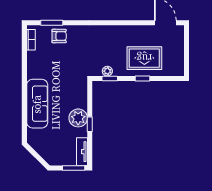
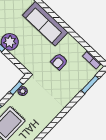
armchair: (59, 36) -> (59, 62), moved

